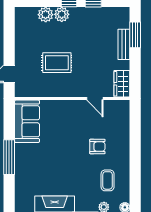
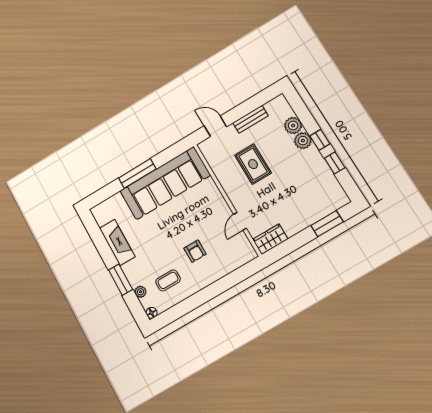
bench: (124, 44) -> (250, 119), moved
sofa: (27, 121) -> (165, 183), width x1.85, depth x1.27

